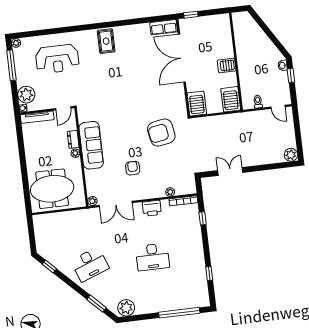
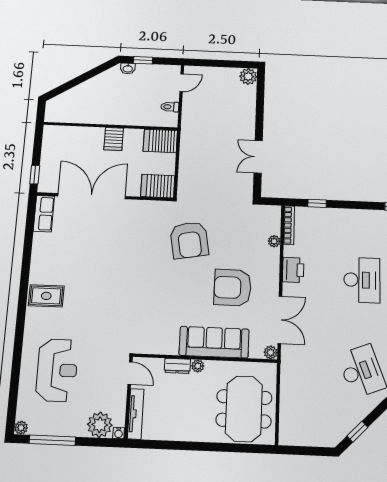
double door: (182, 58) -> (92, 196), swing flipped
sofa: (91, 145) -> (214, 342), moved
armchair: (133, 168) -> (233, 288), width x1.88, depth x1.88

